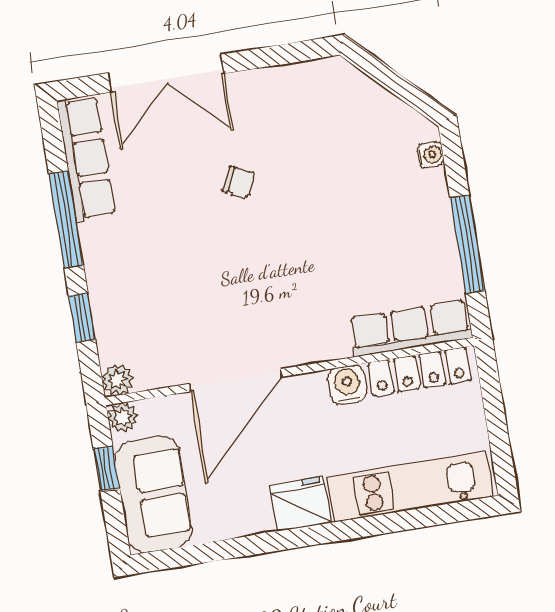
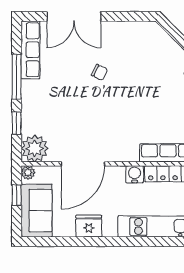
plant: (117, 380) -> (35, 148), width x1.87, depth x1.87
fridge: (300, 504) -> (89, 226), moved

